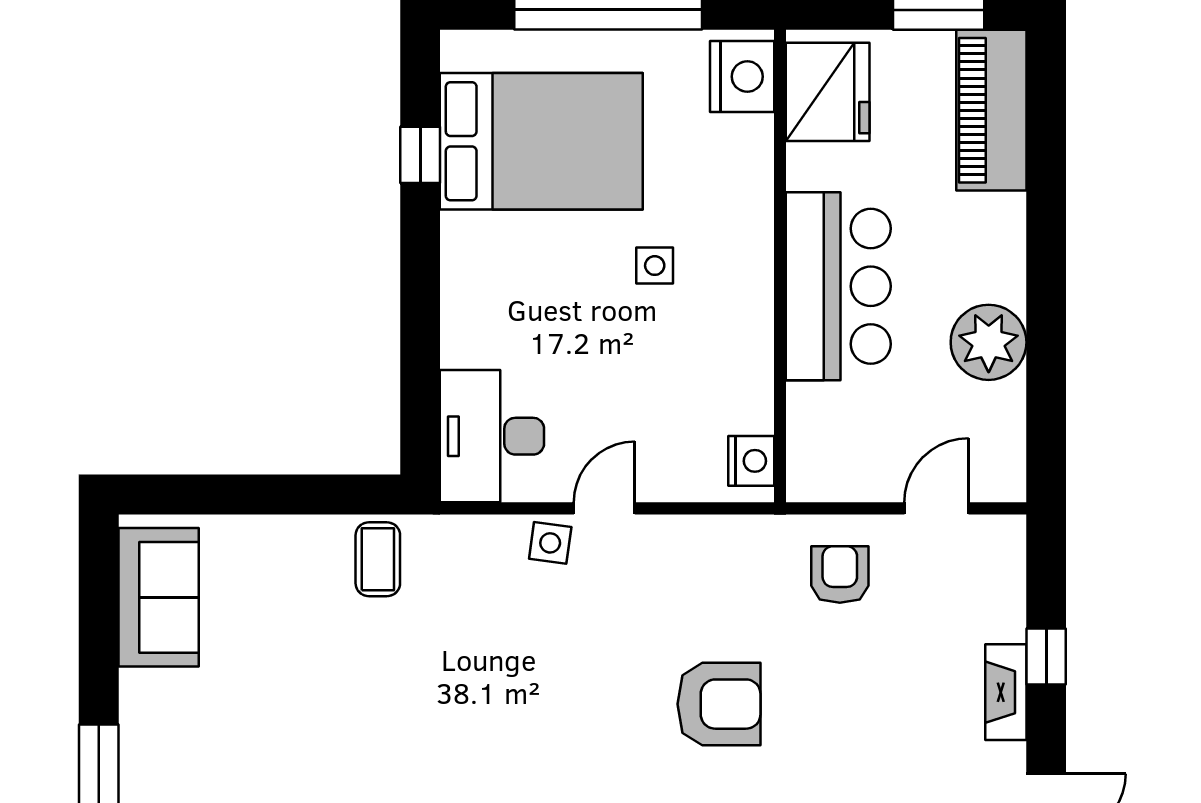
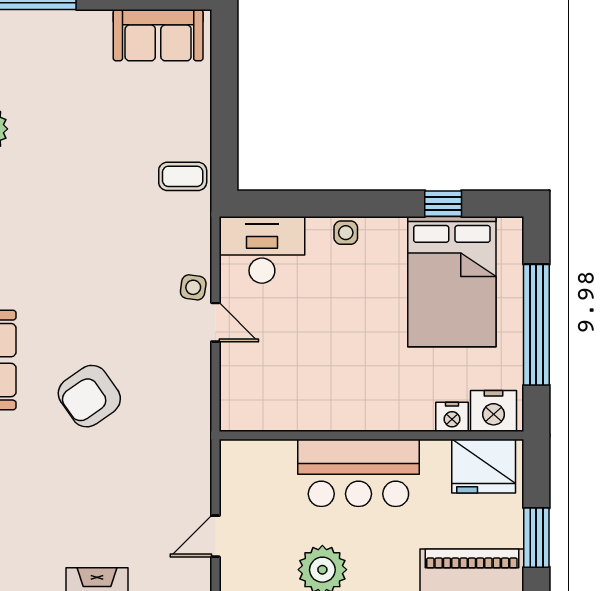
side table: (655, 266) -> (346, 233), moved
nightstand: (751, 461) -> (452, 417), moved
door: (936, 508) -> (215, 536), swing flipped
armchair: (840, 575) -> (173, 474), removed
armchair: (719, 704) -> (89, 396), turned 55

